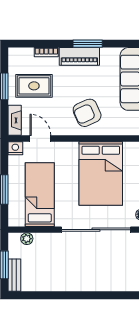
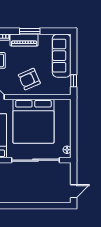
bed: (101, 174) -> (33, 121), width x1.36

